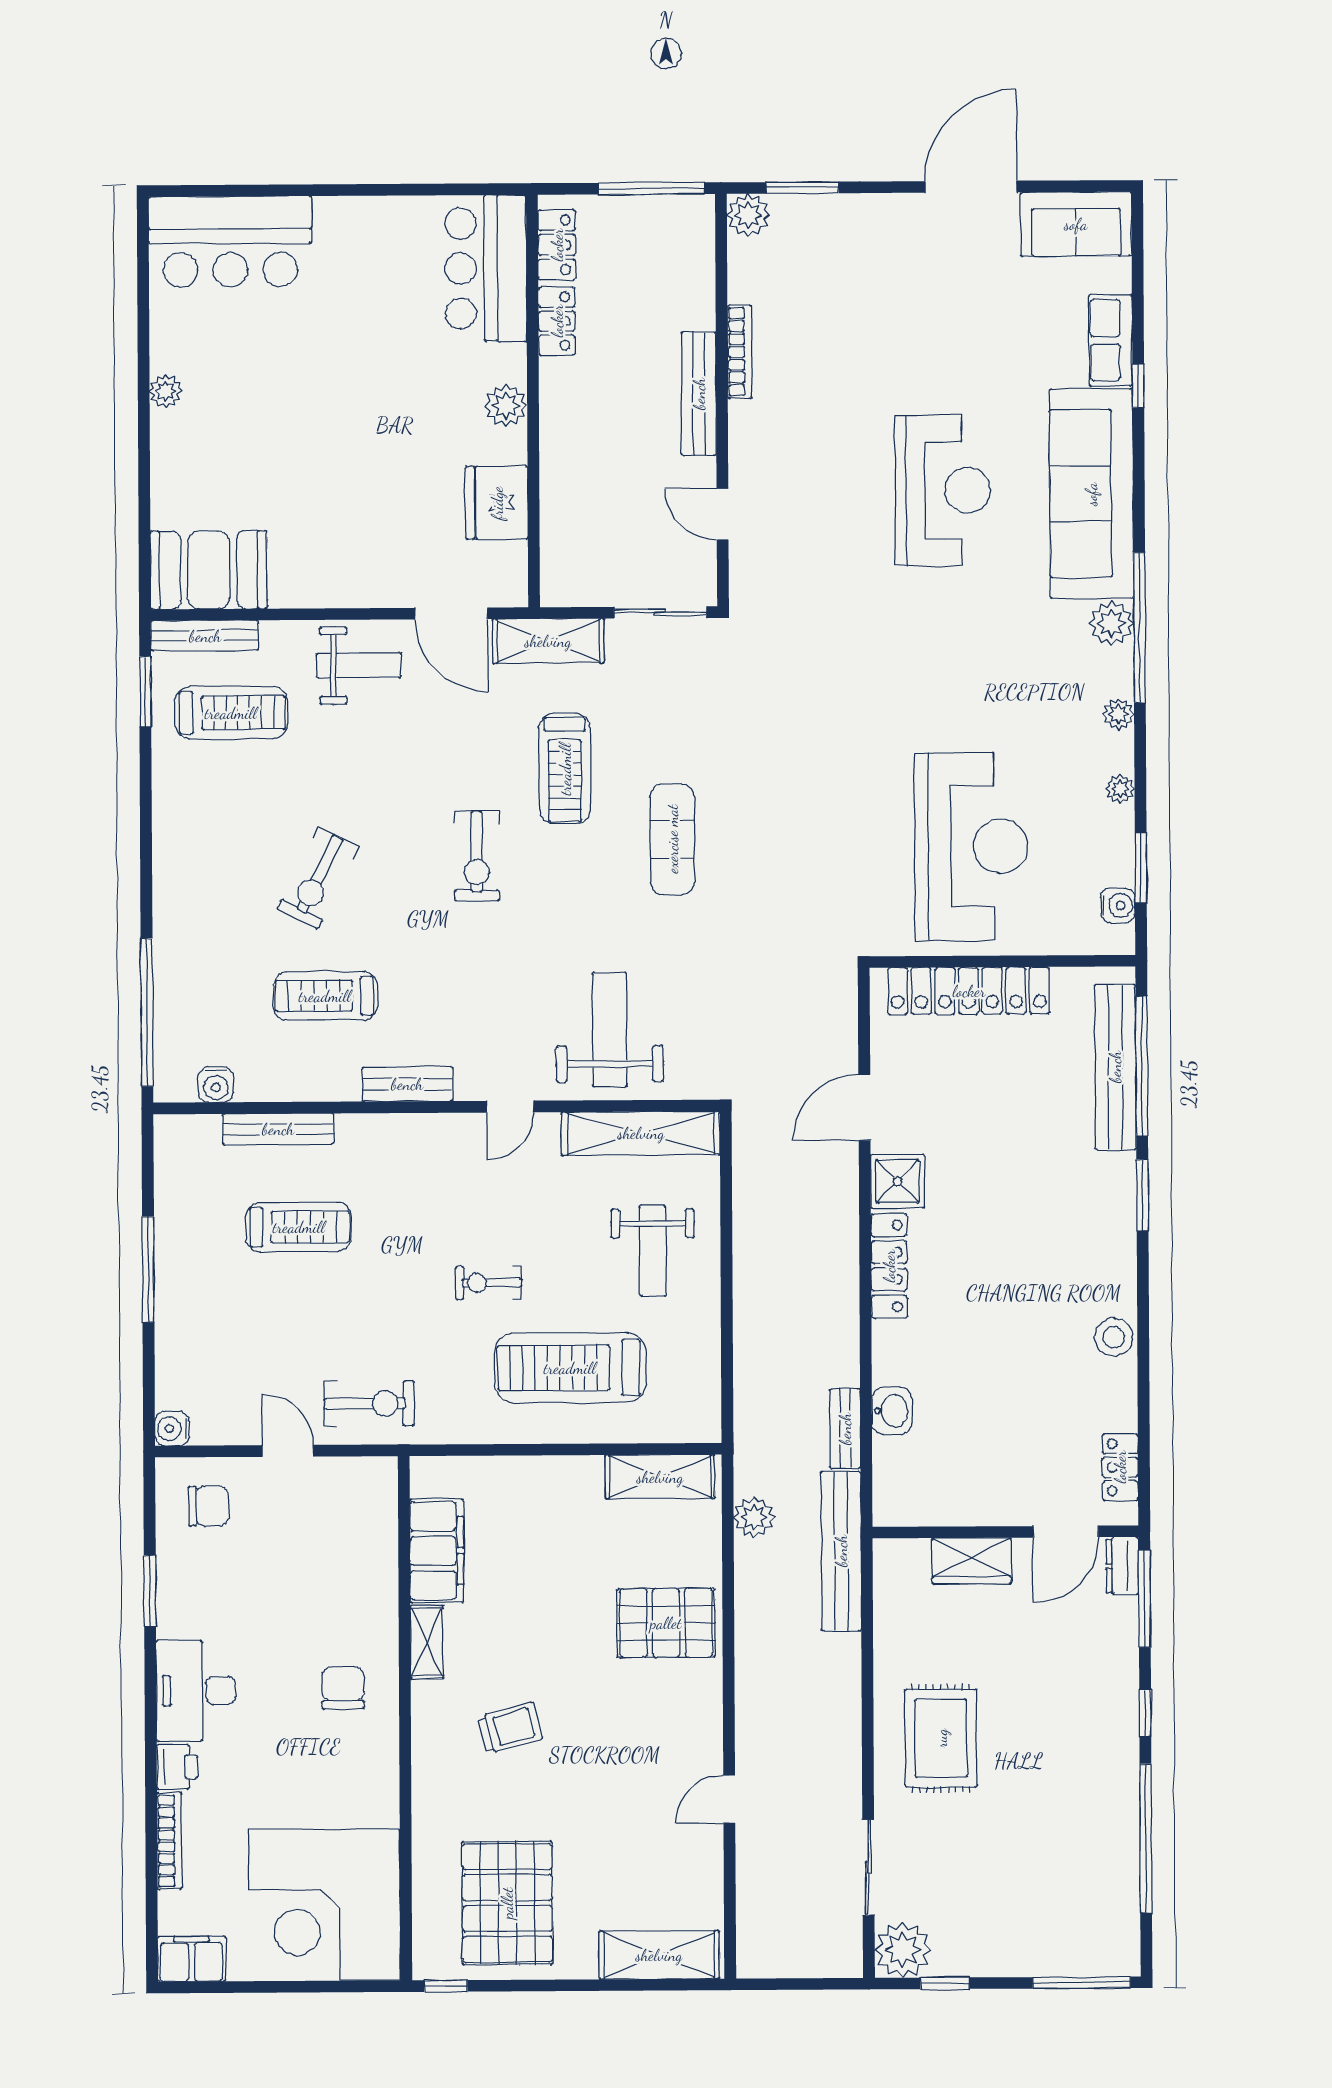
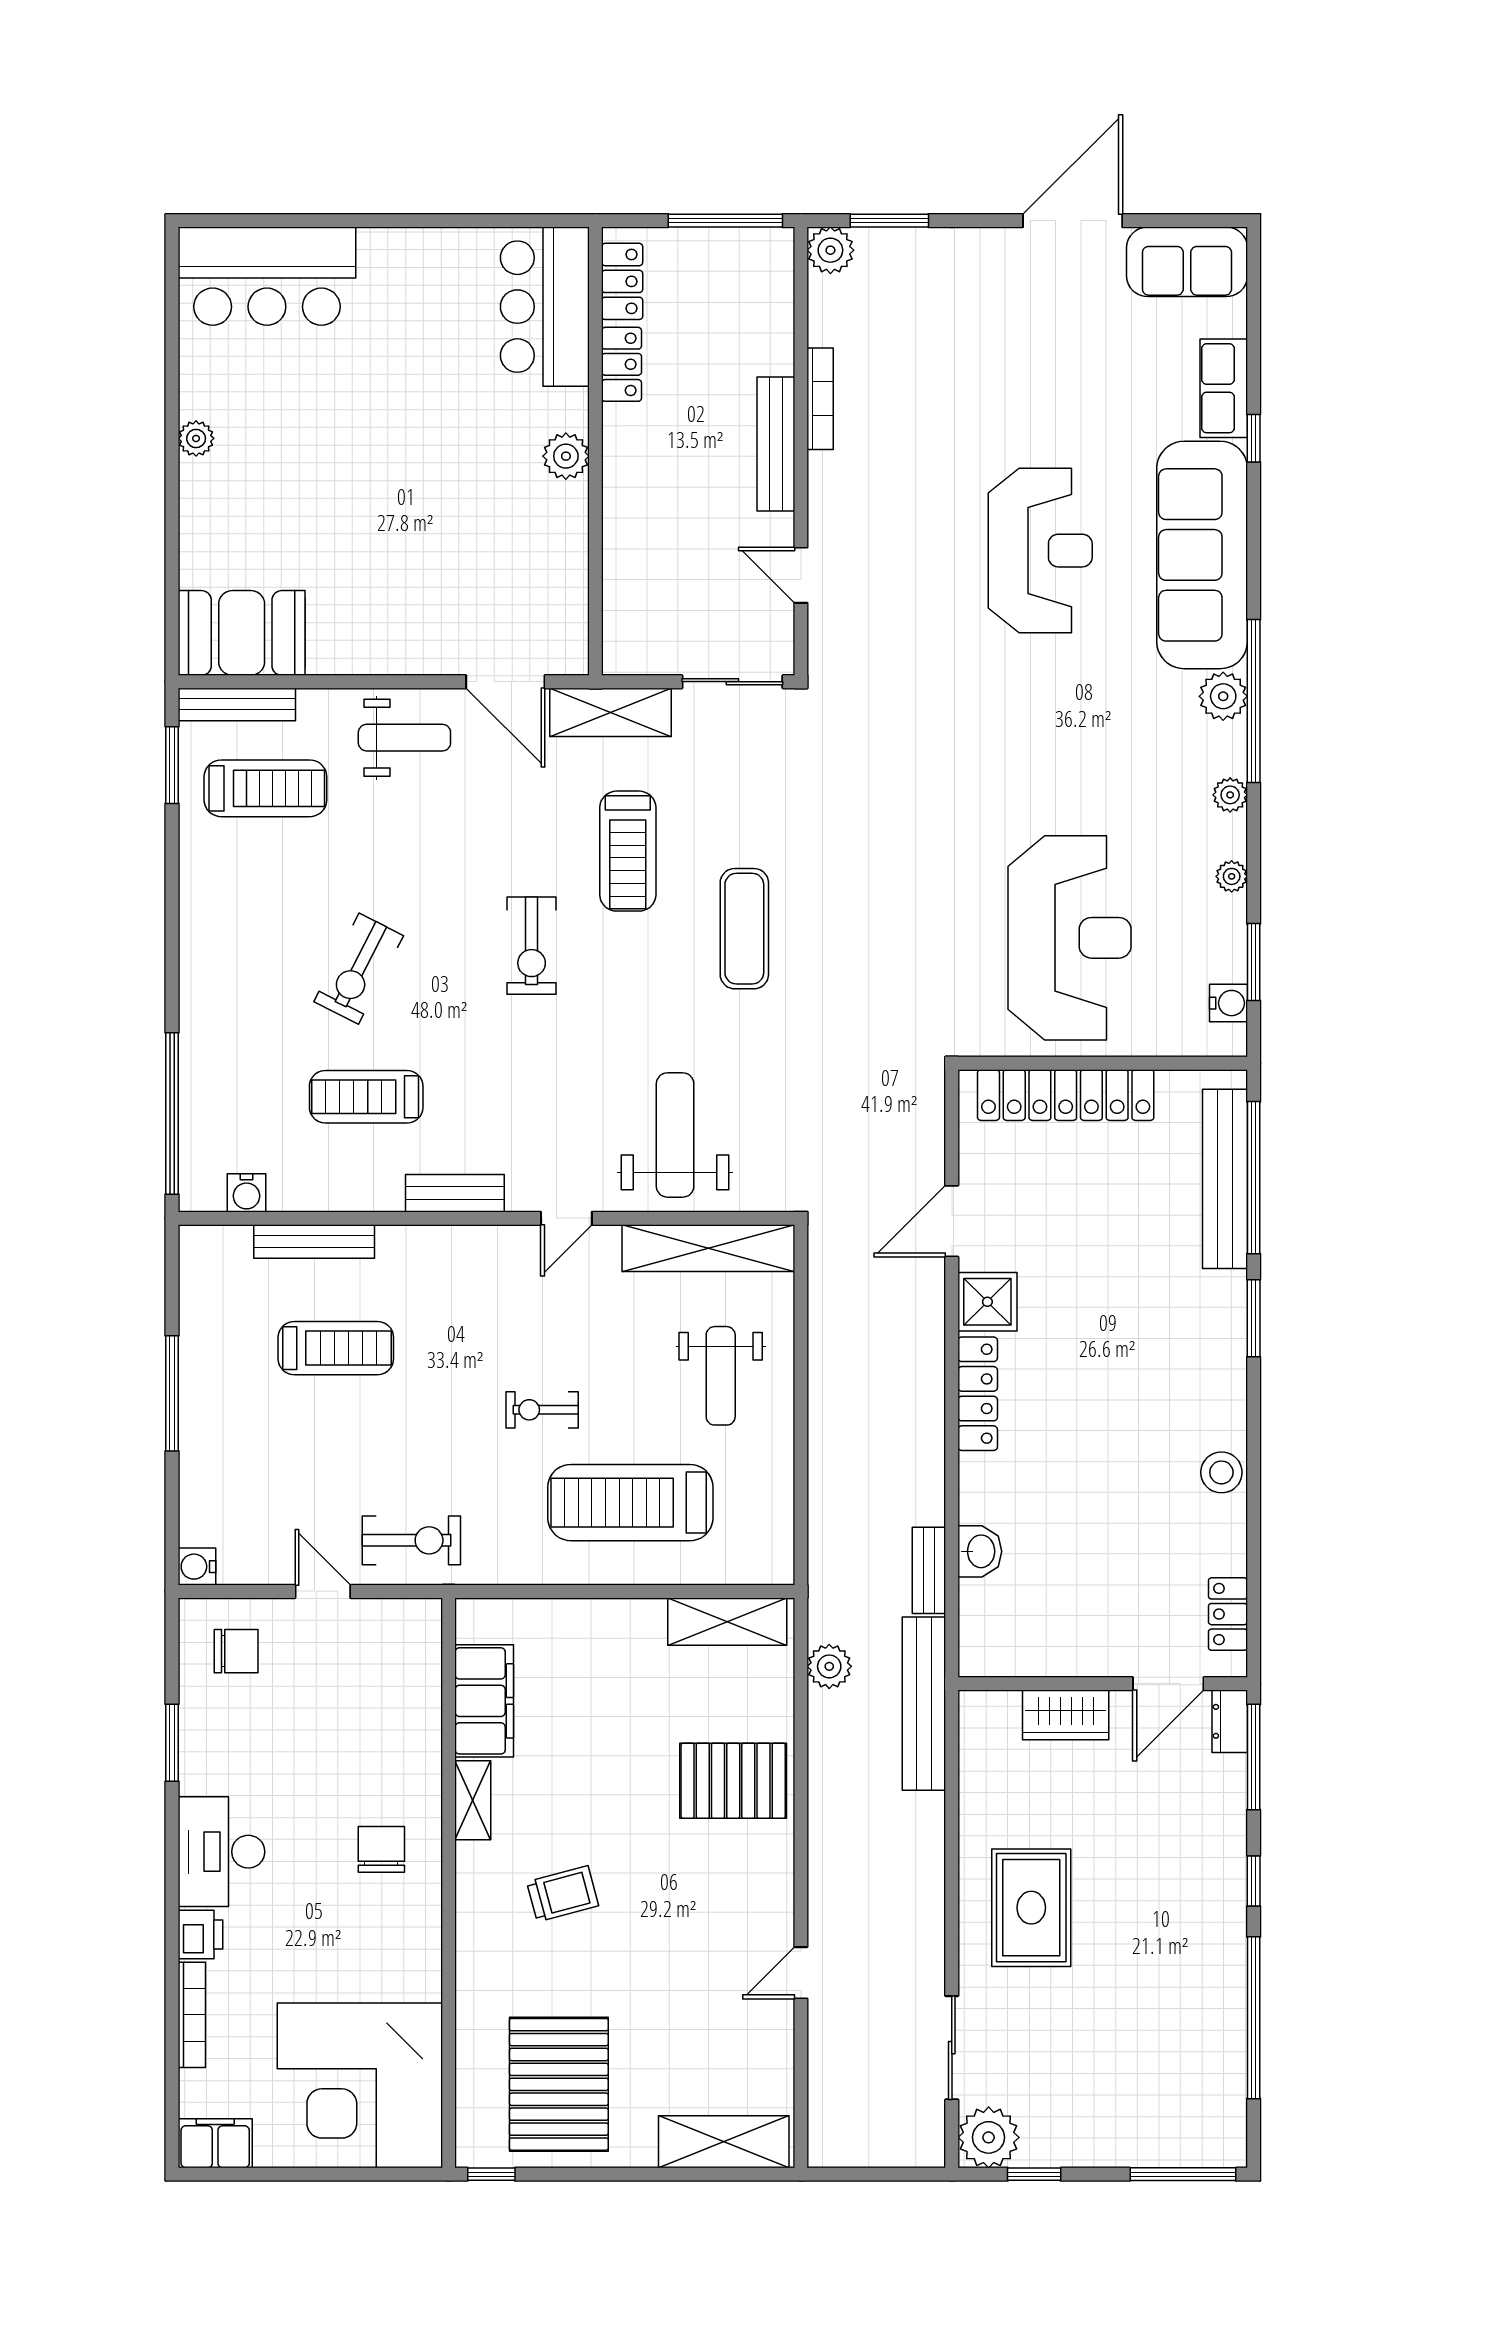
fridge: (497, 503) -> (555, 561), removed

